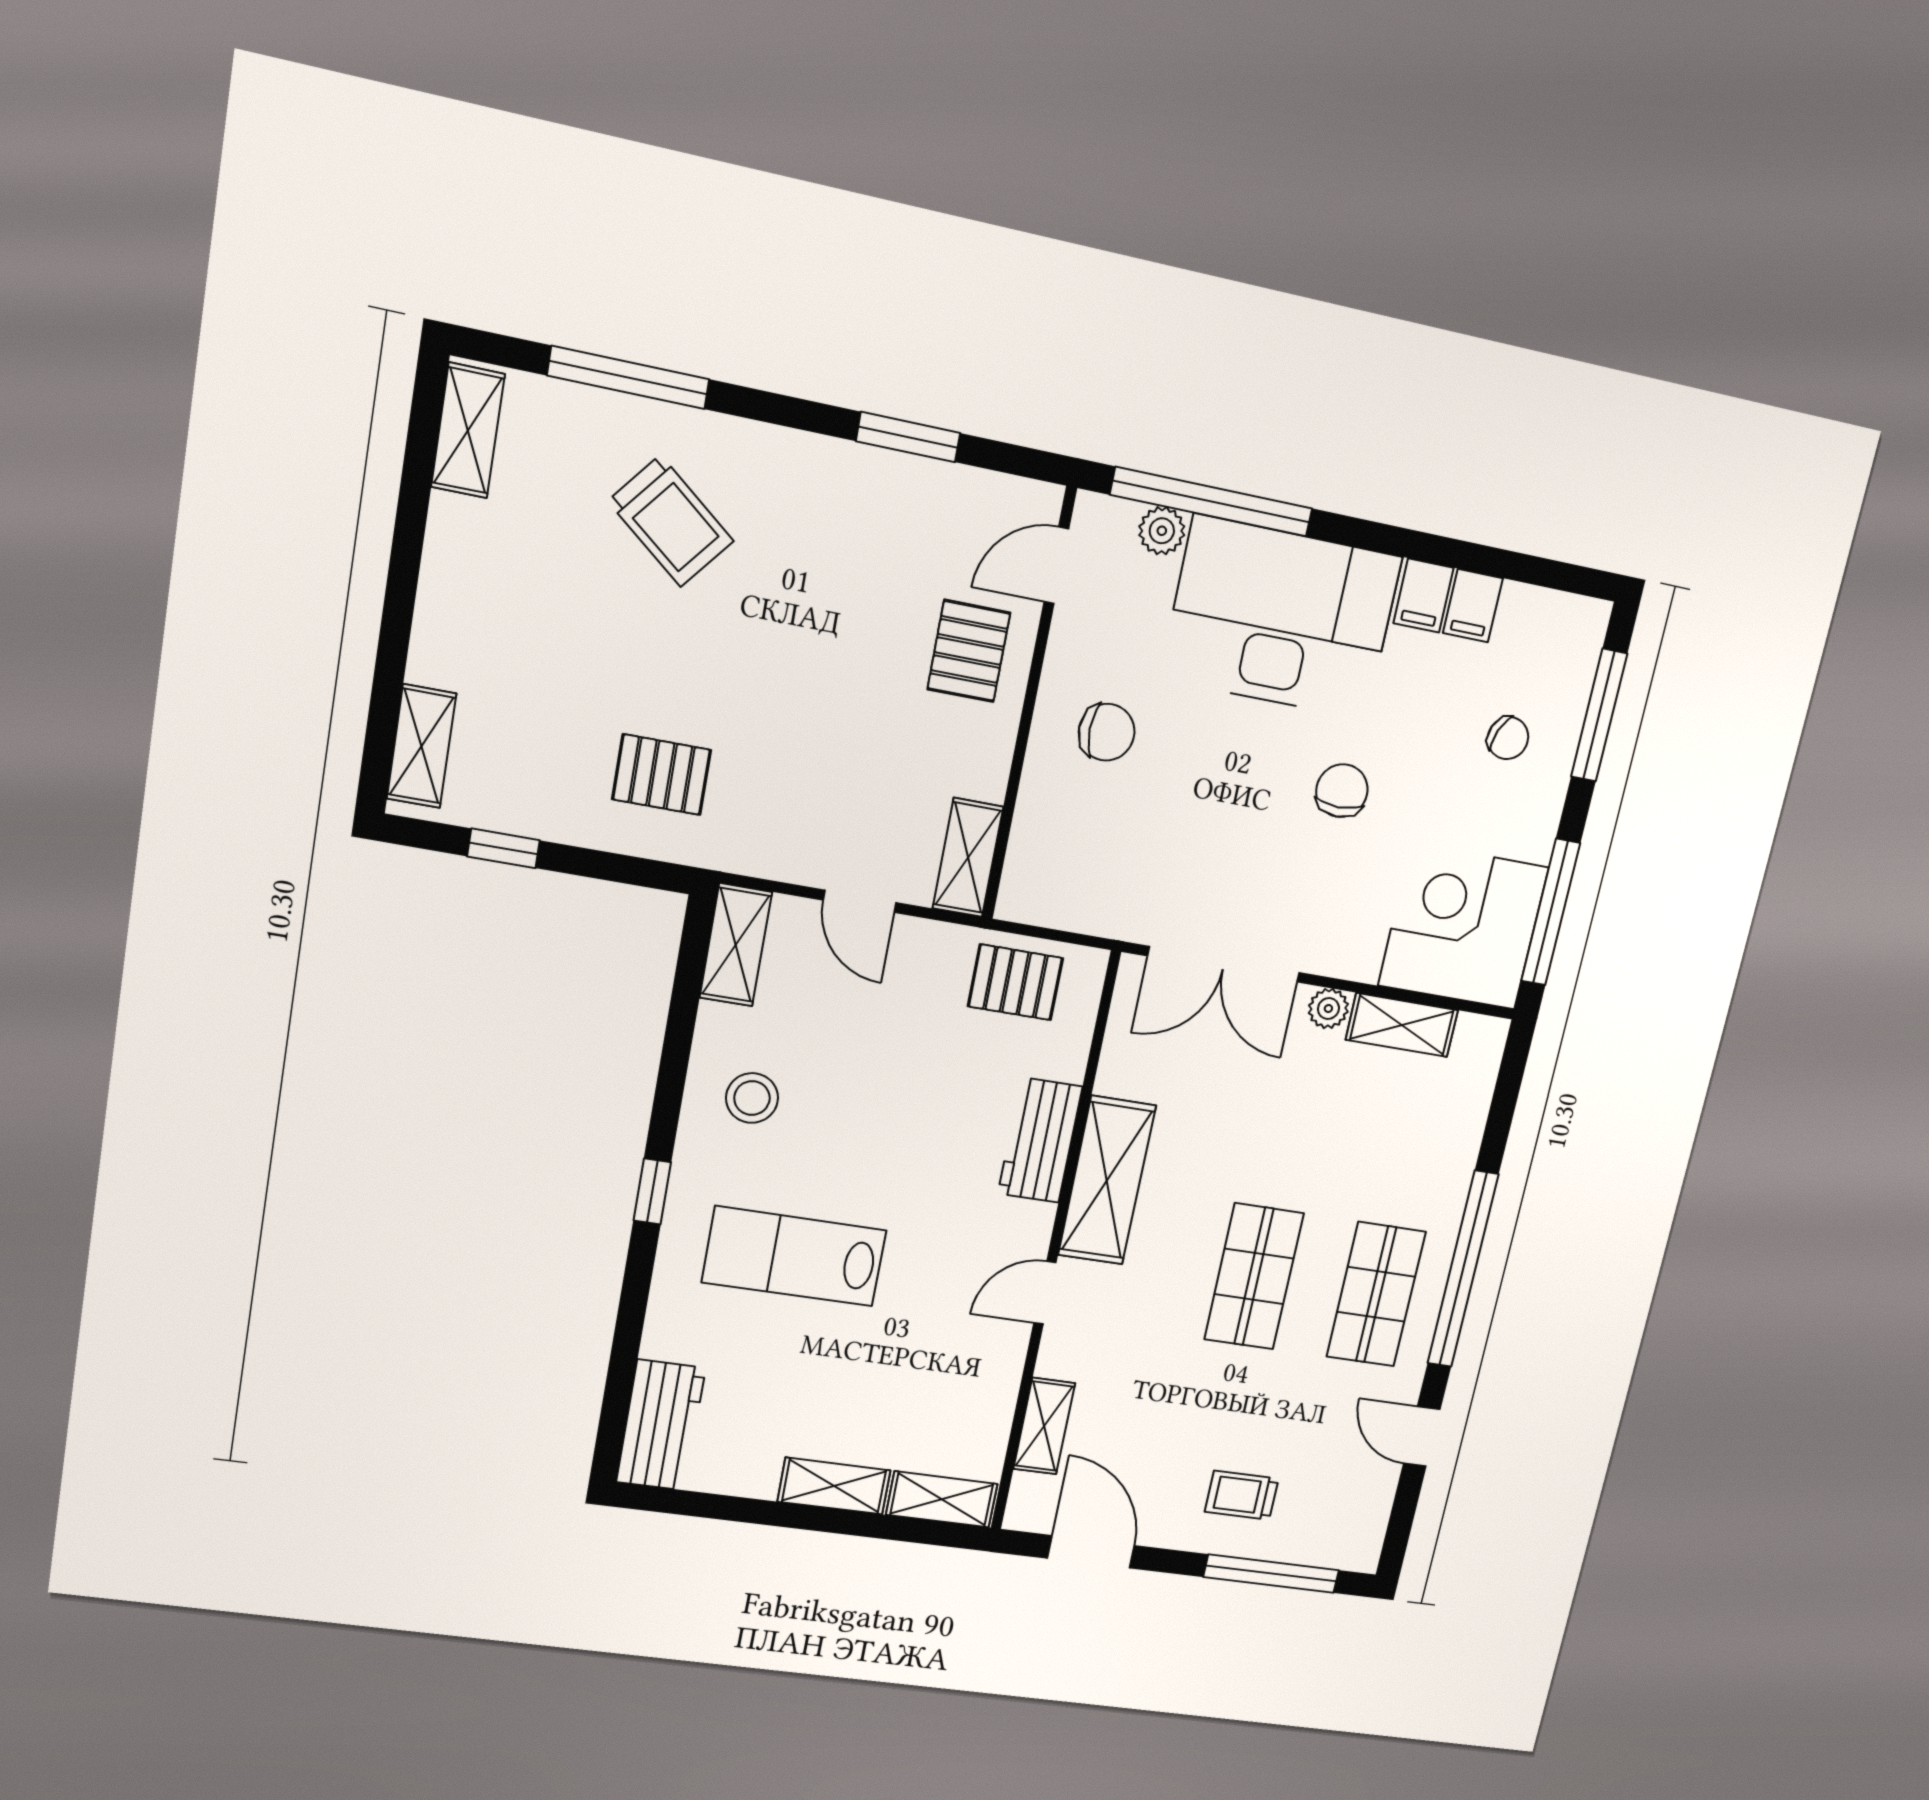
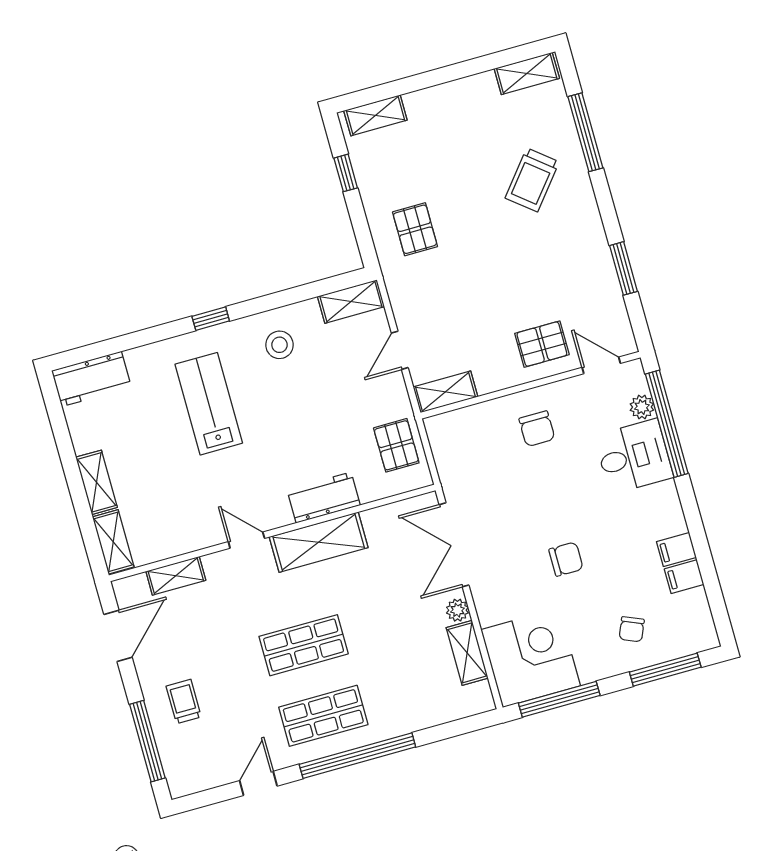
desk: (1281, 618) -> (634, 457), width x0.53, depth x0.77

